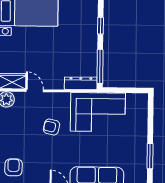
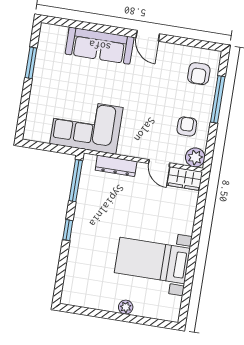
dresser: (81, 83) -> (116, 166), moved
armchair: (51, 127) -> (187, 126), moved, turned -102

